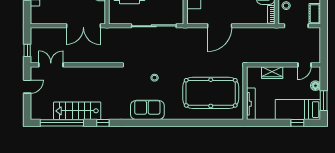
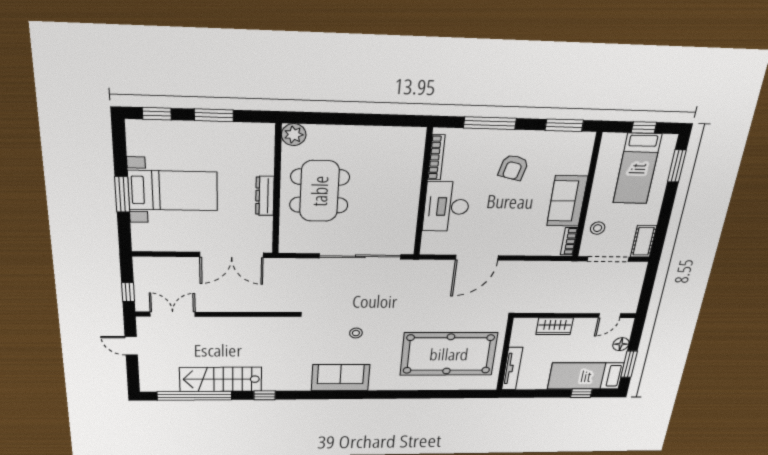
door: (27, 87) -> (131, 346), swing flipped

